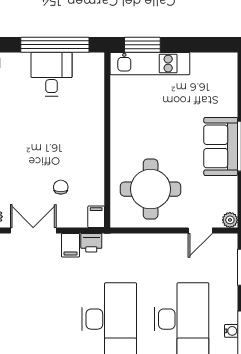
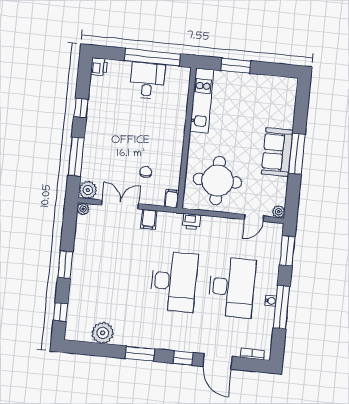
window: (142, 45) -> (236, 66), moved
kitchen unit: (150, 64) -> (202, 101), moved, turned -90
printer: (91, 243) -> (192, 222), moved

